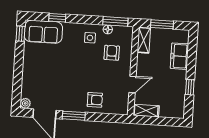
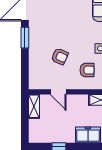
armchair: (95, 100) -> (60, 56), moved, turned -66

